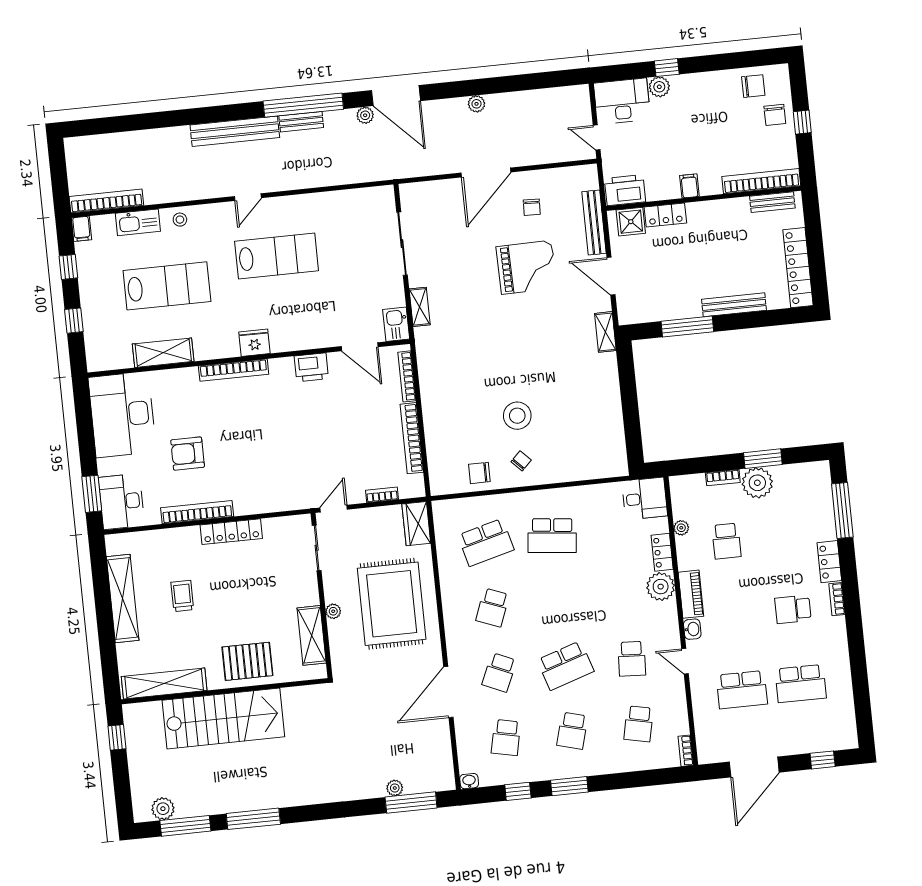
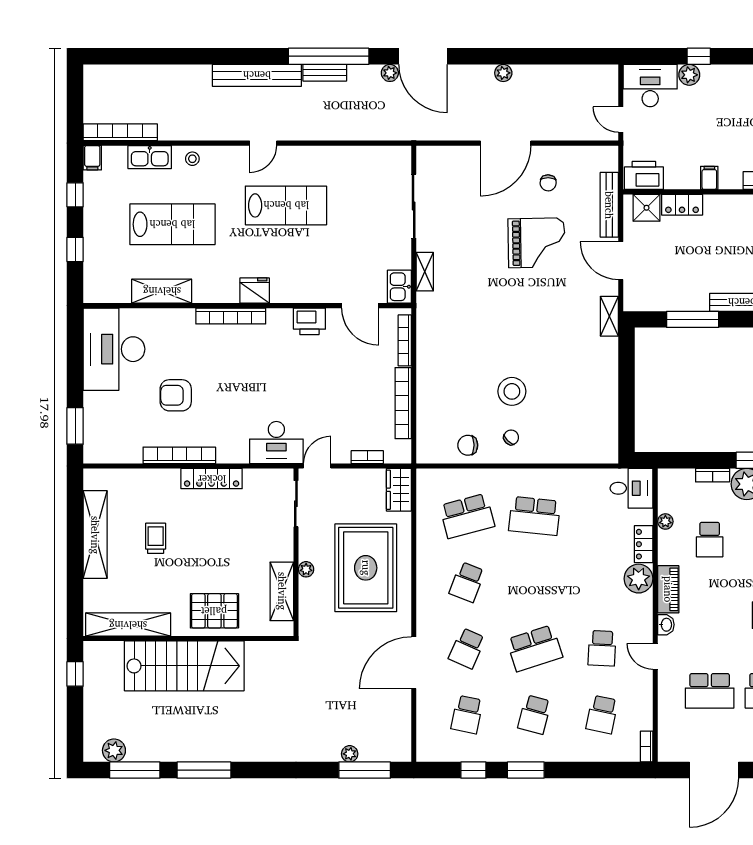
desk: (122, 502) -> (276, 442), moved, turned -90
washbasin: (469, 781) -> (425, 755), removed

